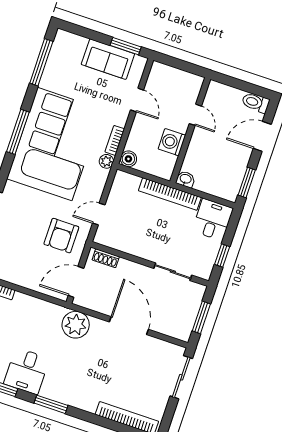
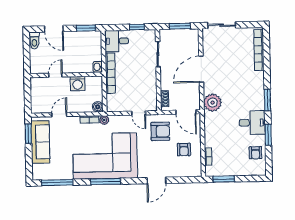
sofa: (108, 59) -> (40, 142), width x1.36
armchair: (23, 260) -> (184, 149), added

